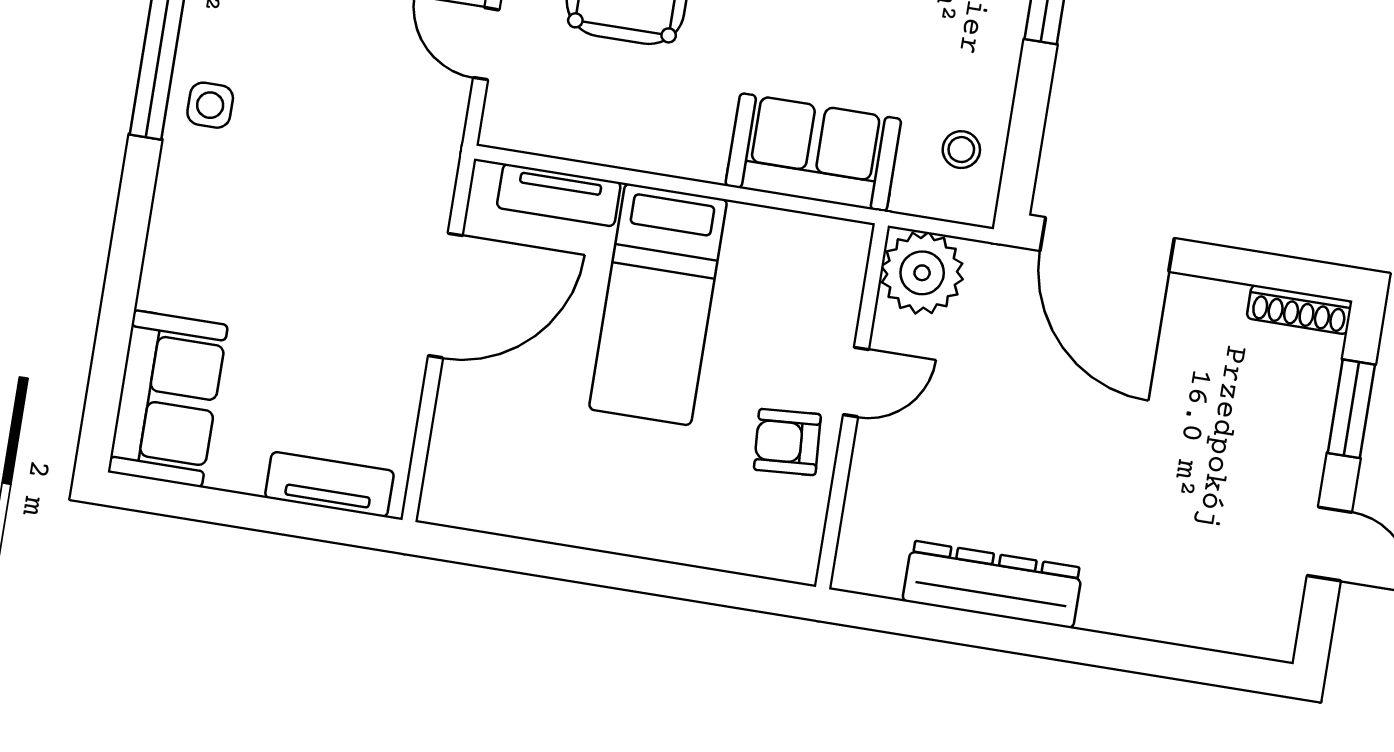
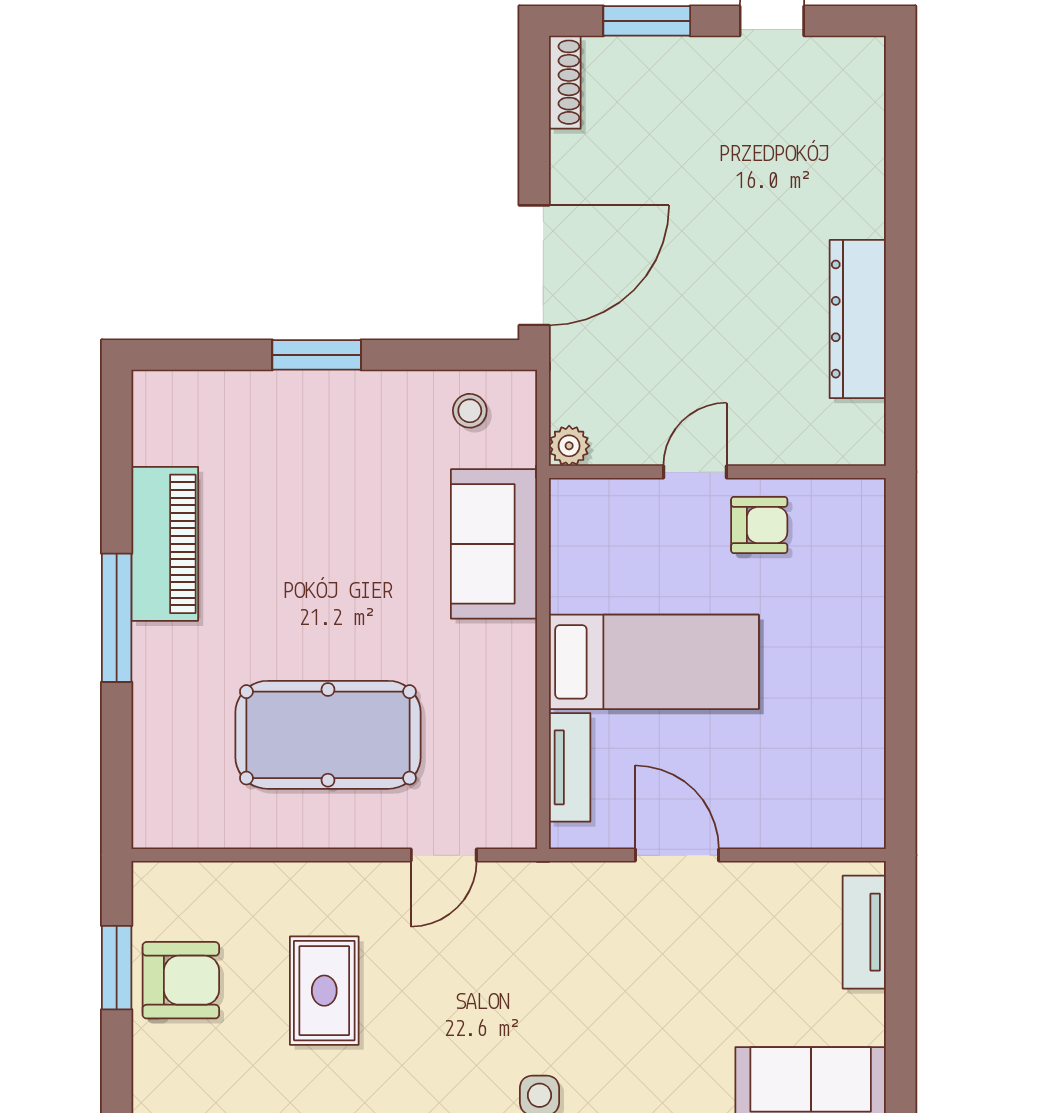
plant: (922, 273) -> (569, 446), width x0.53, depth x0.53
door: (445, 296) -> (677, 855), width x0.73
door: (856, 382) -> (695, 472), hinge flipped
armchair: (787, 442) -> (759, 525), turned -86

